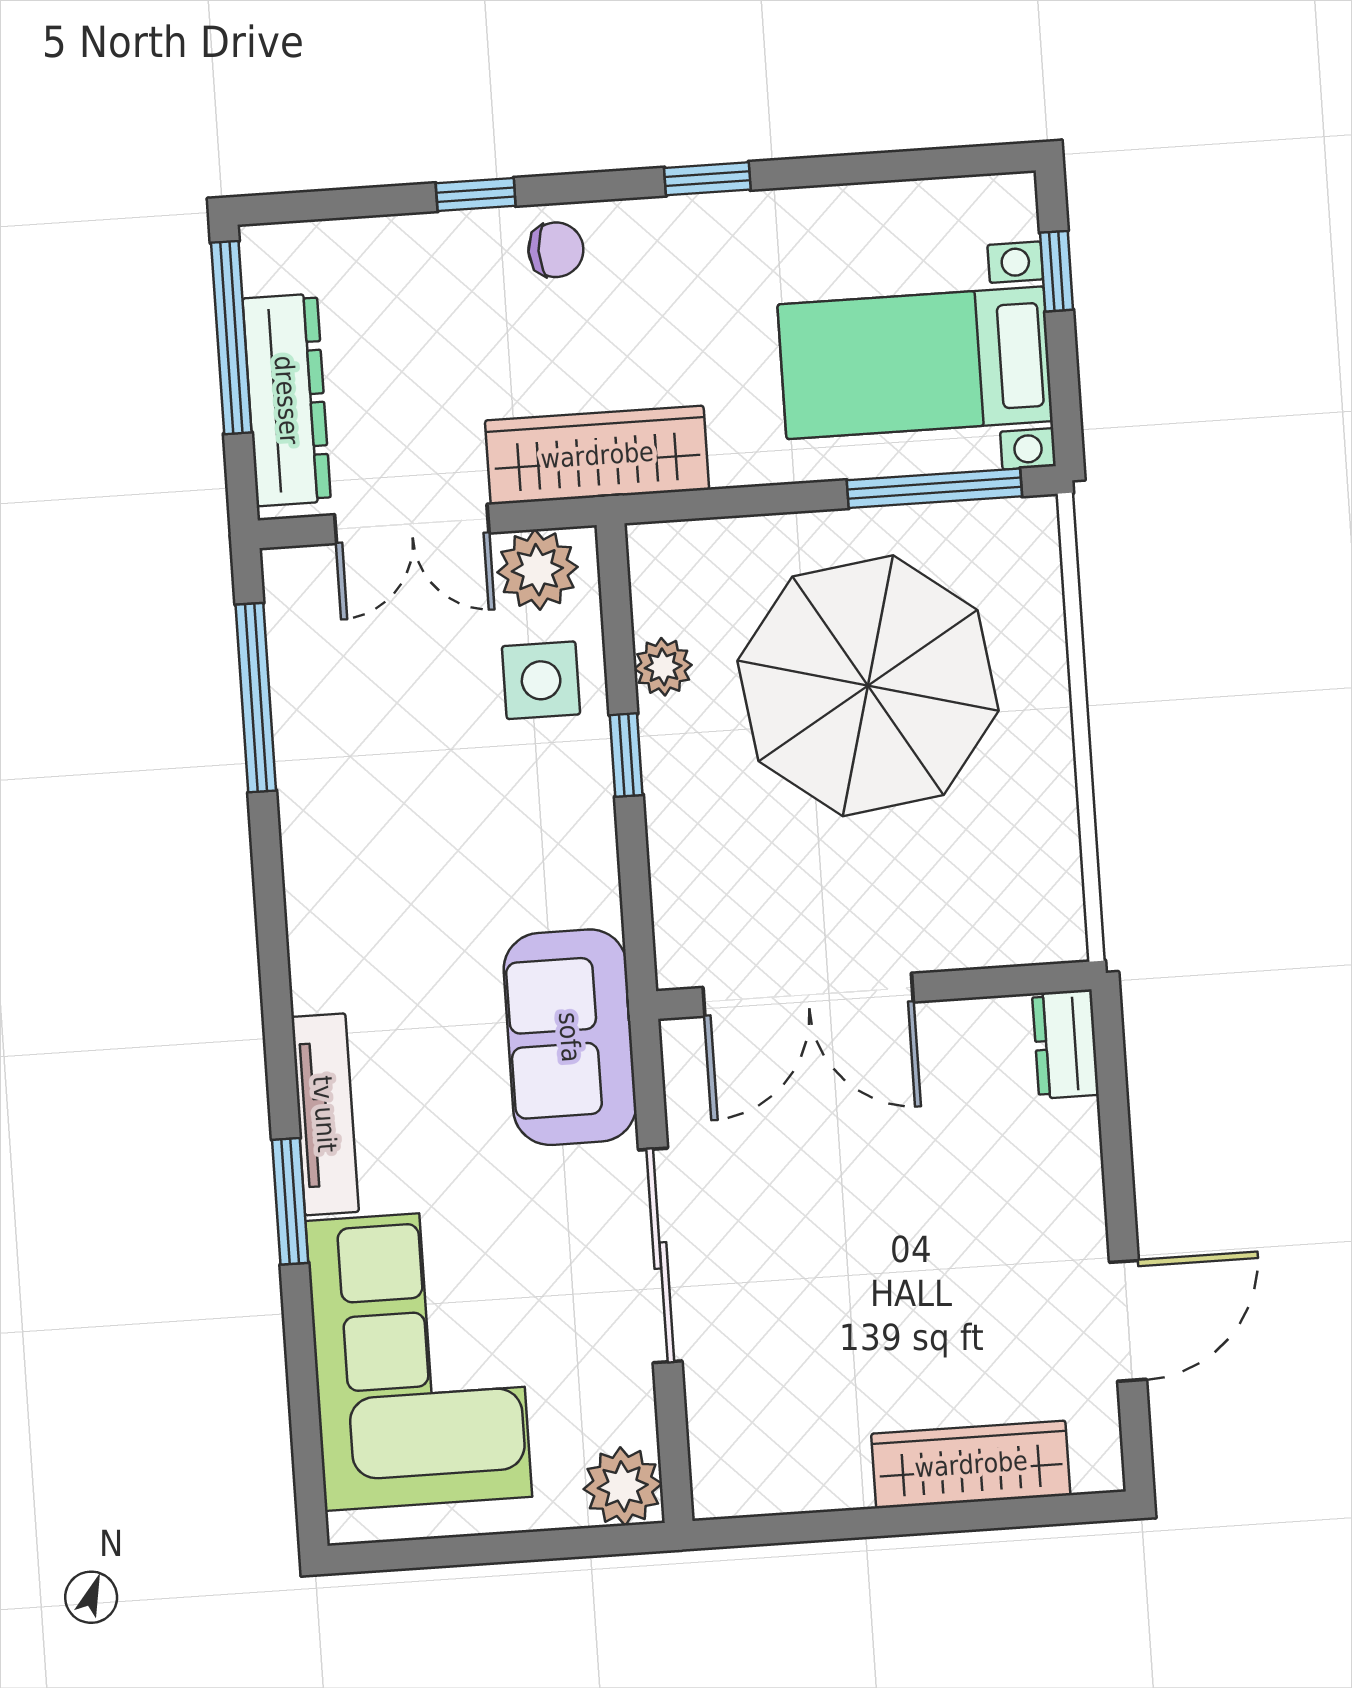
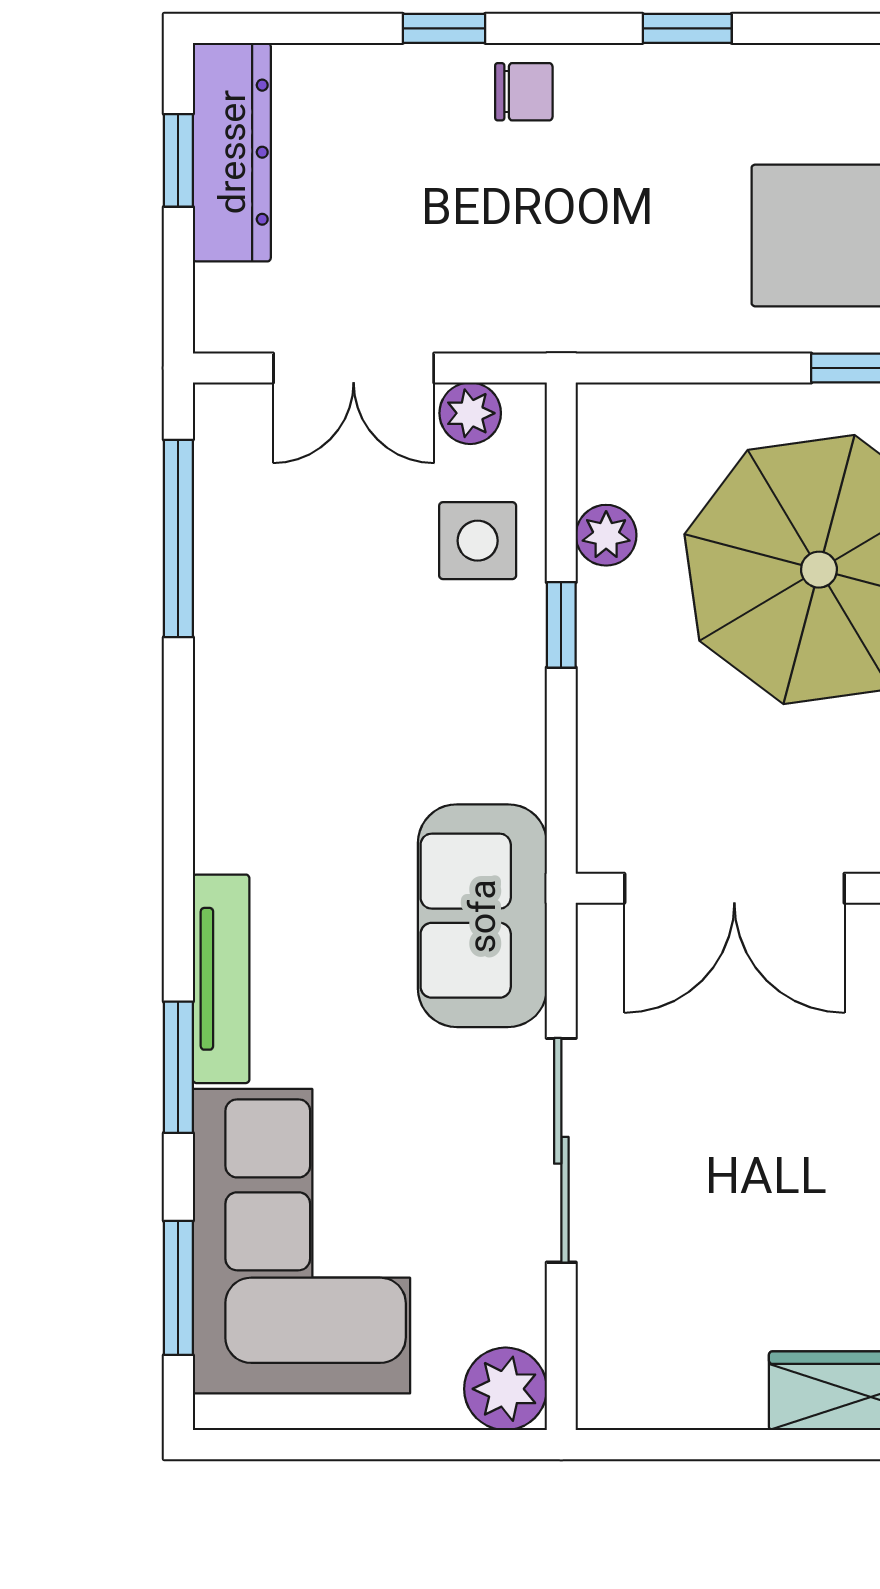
window: (231, 338) -> (178, 160), width x0.46
dresser: (287, 400) -> (232, 152), moved
wardrobe: (597, 455) -> (552, 309), removed
plant: (537, 570) -> (470, 413), width x0.73, depth x0.73
window: (304, 1412) -> (178, 1288), added

